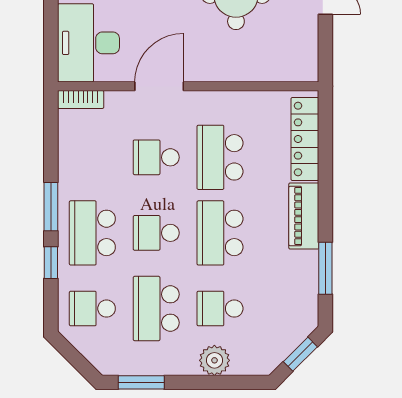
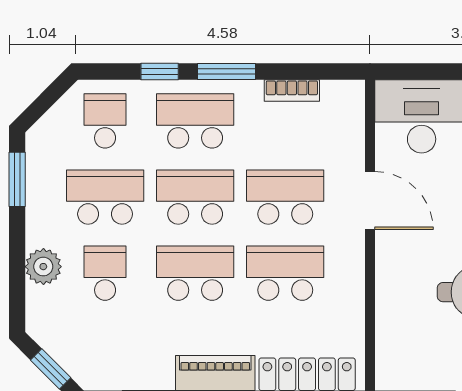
bookcase: (81, 99) -> (292, 91), moved, turned -90
school desk: (156, 157) -> (285, 197), width x1.85
school desk: (156, 233) -> (195, 197), width x1.85

